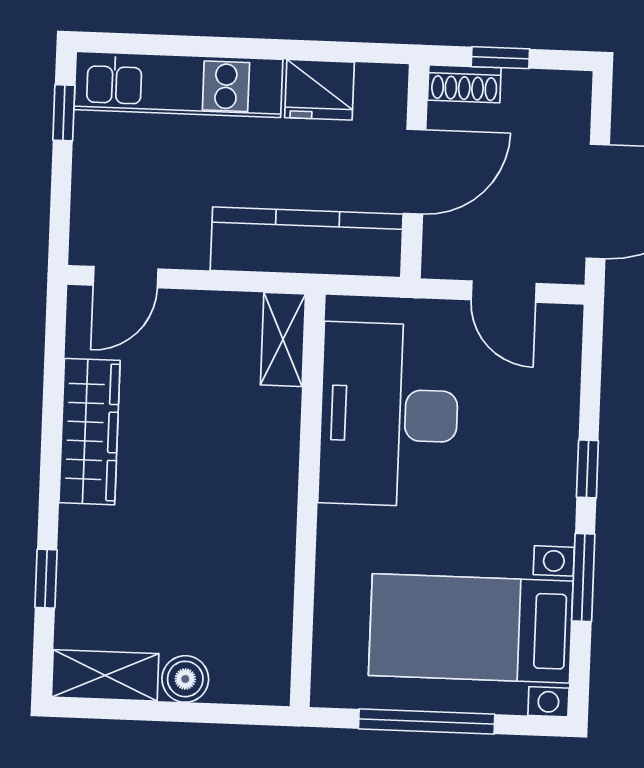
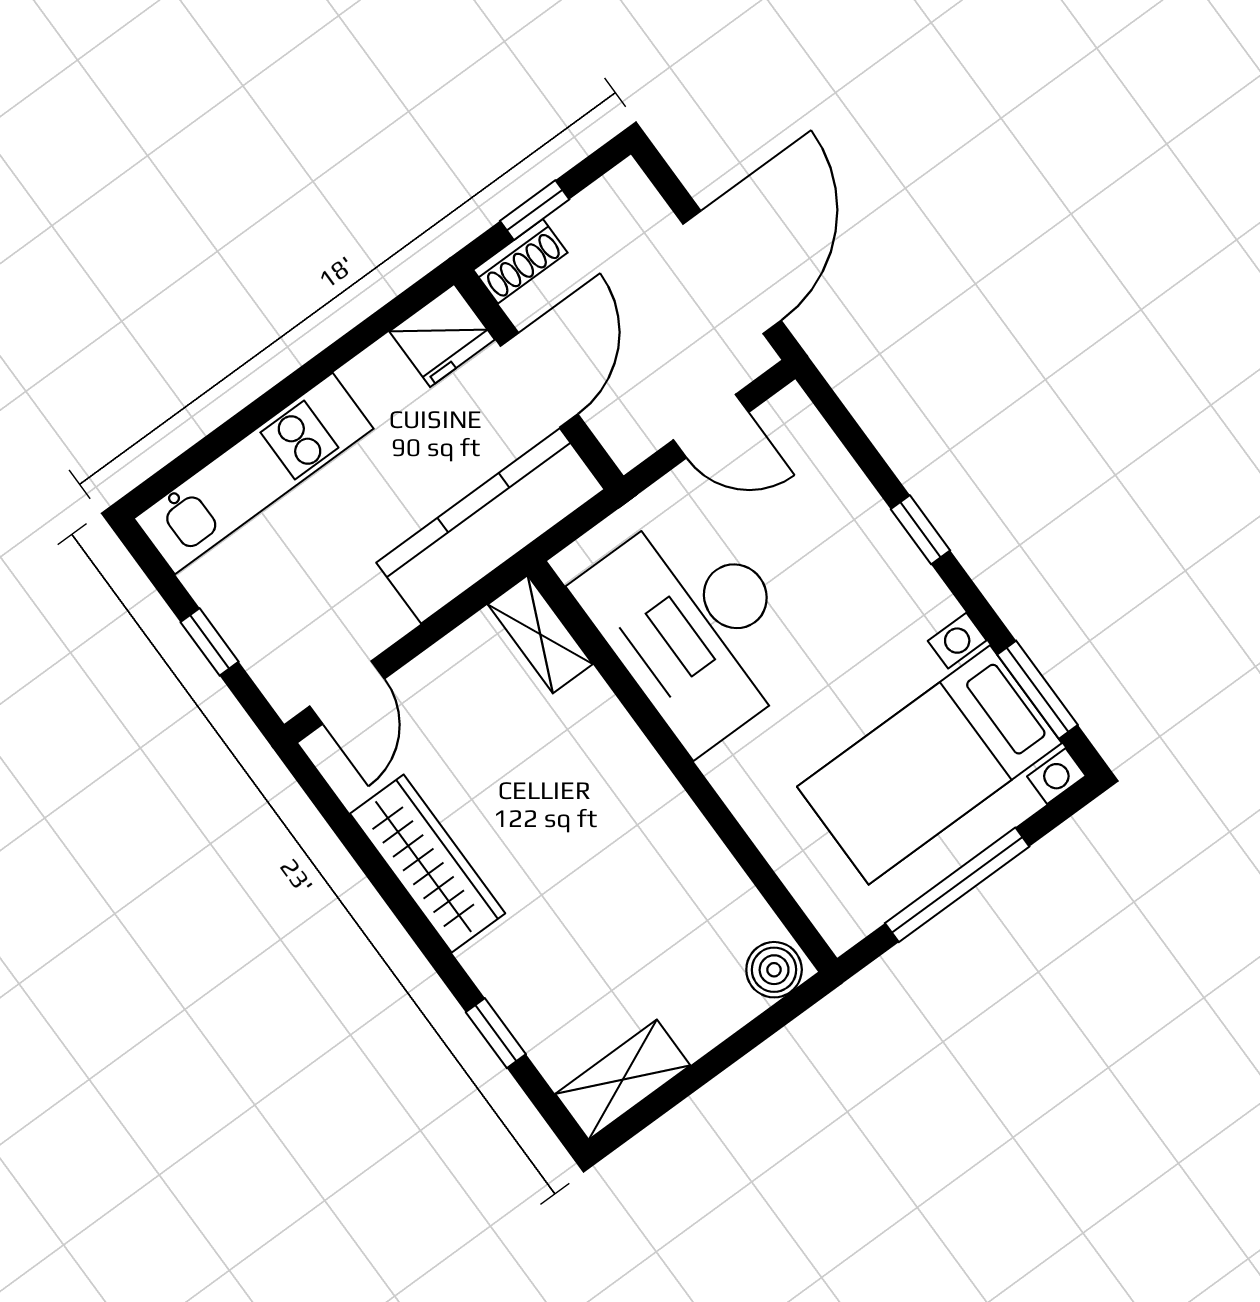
fridge: (319, 90) -> (442, 336), moved
window: (64, 113) -> (210, 642), moved
window: (583, 578) -> (1038, 690), moved
boiler: (185, 679) -> (774, 970), moved

